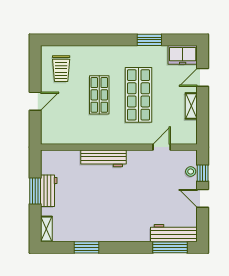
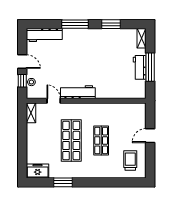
door: (203, 77) -> (22, 154), removed
shelving: (191, 106) -> (31, 113), moved
door: (162, 147) -> (54, 101), swing flipped
workbench: (103, 158) -> (78, 92), moved
window: (35, 191) -> (150, 67), width x1.44
window: (170, 247) -> (75, 24), moved

